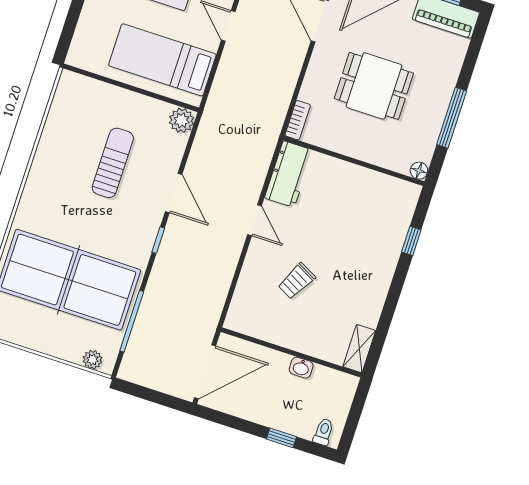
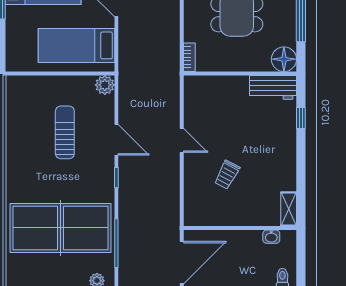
floor lamp: (419, 171) -> (284, 59), width x1.89, depth x1.89
workbench: (289, 174) -> (273, 87), moved, turned 90
washbasin: (301, 368) -> (271, 237), moved

